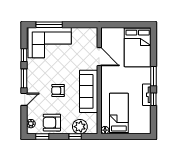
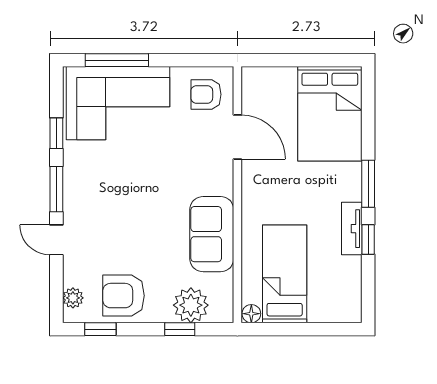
armchair: (58, 91) -> (206, 94), moved
sofa: (89, 91) -> (212, 234), width x0.73
door: (24, 99) -> (56, 240), swing flipped

